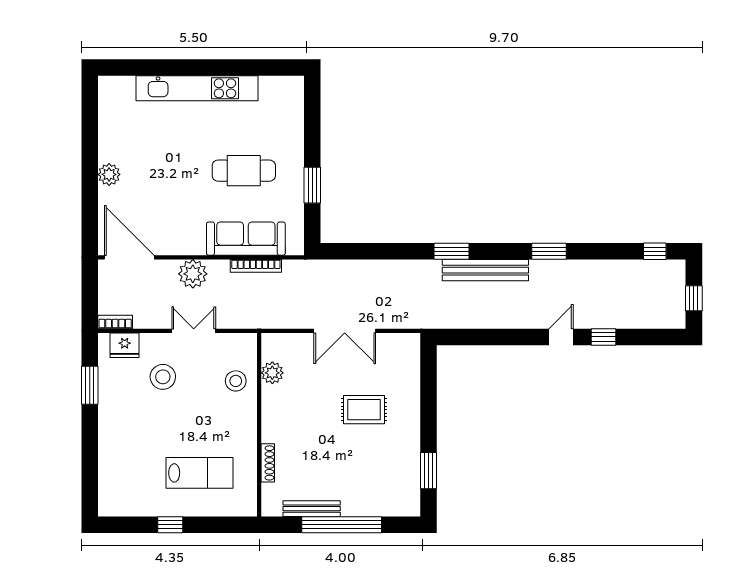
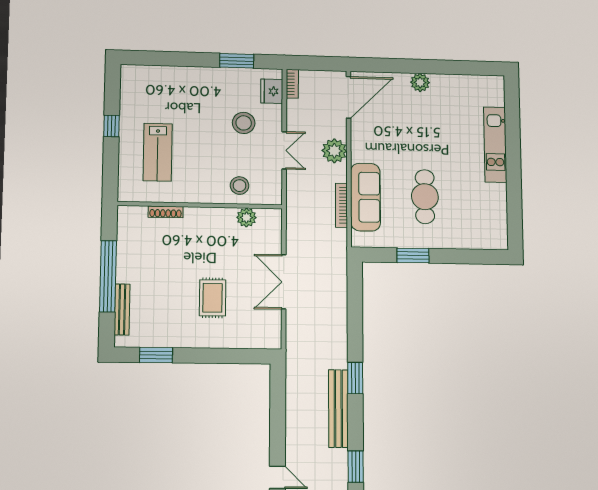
kitchen unit: (197, 88) -> (495, 145), width x0.73
bench: (312, 509) -> (122, 309), moved

